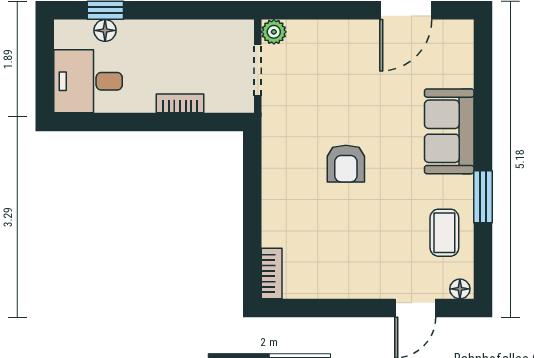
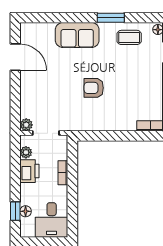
plant: (220, 31) -> (26, 152), added
printer: (184, 38) -> (29, 171), added
armchair: (346, 164) -> (94, 88), turned 180

